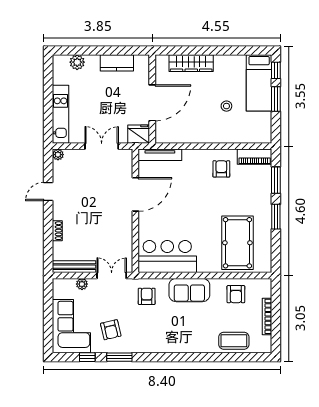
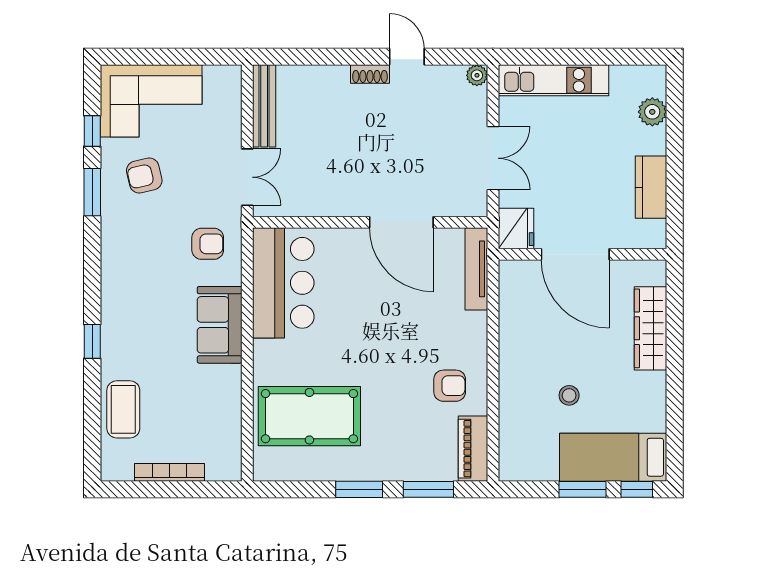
shoe rack: (57, 231) -> (370, 74), moved
plant: (82, 284) -> (231, 121), removed
armchair: (236, 294) -> (212, 413), removed
window: (198, 357) -> (92, 341), added

